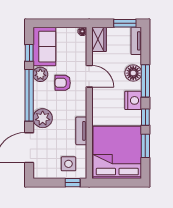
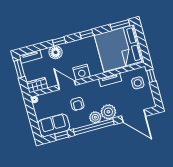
plant: (40, 74) -> (95, 117), moved
door: (89, 76) -> (67, 85), hinge flipped
window: (145, 81) -> (59, 41), width x0.46
nightstand: (133, 100) -> (82, 72), moved, turned 180
window: (145, 146) -> (120, 25), moved

